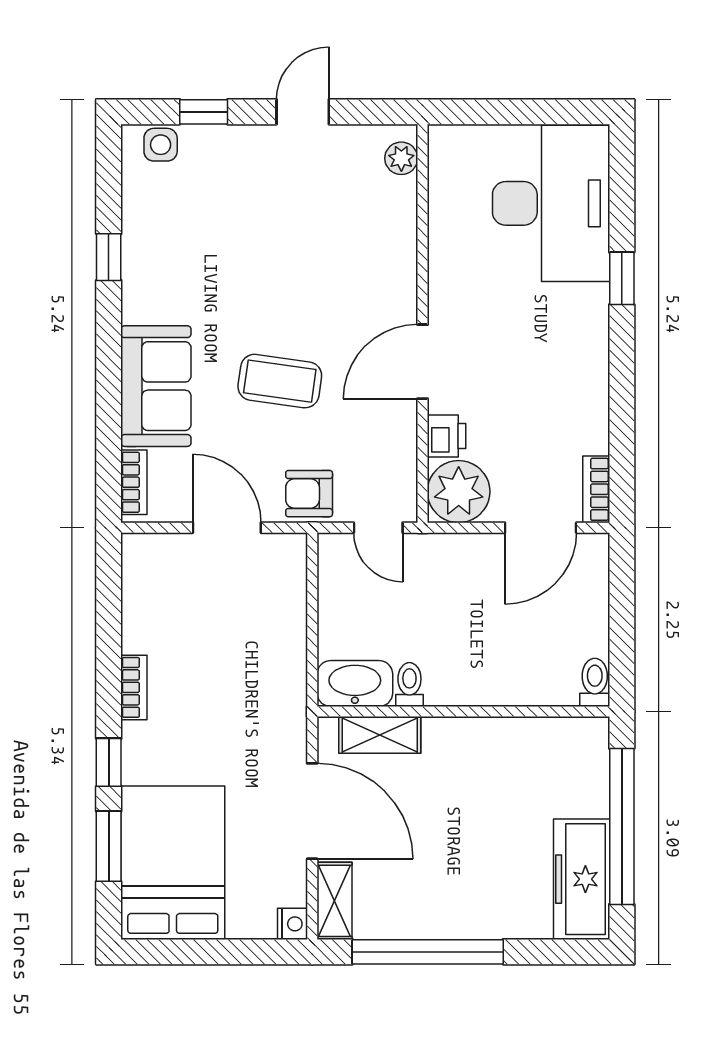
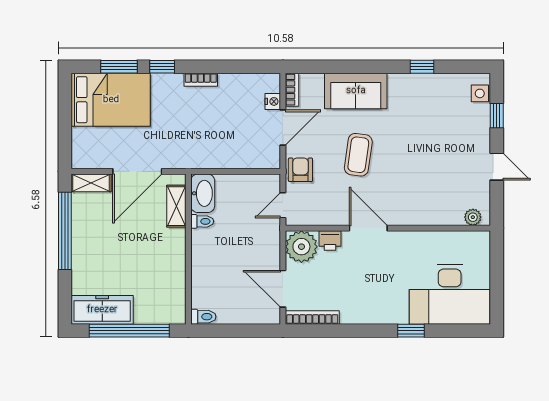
bookcase: (134, 482) -> (292, 90), moved, turned -90
bookcase: (596, 489) -> (312, 317), width x1.56
nightstand: (292, 924) -> (273, 101), moved, turned -90

